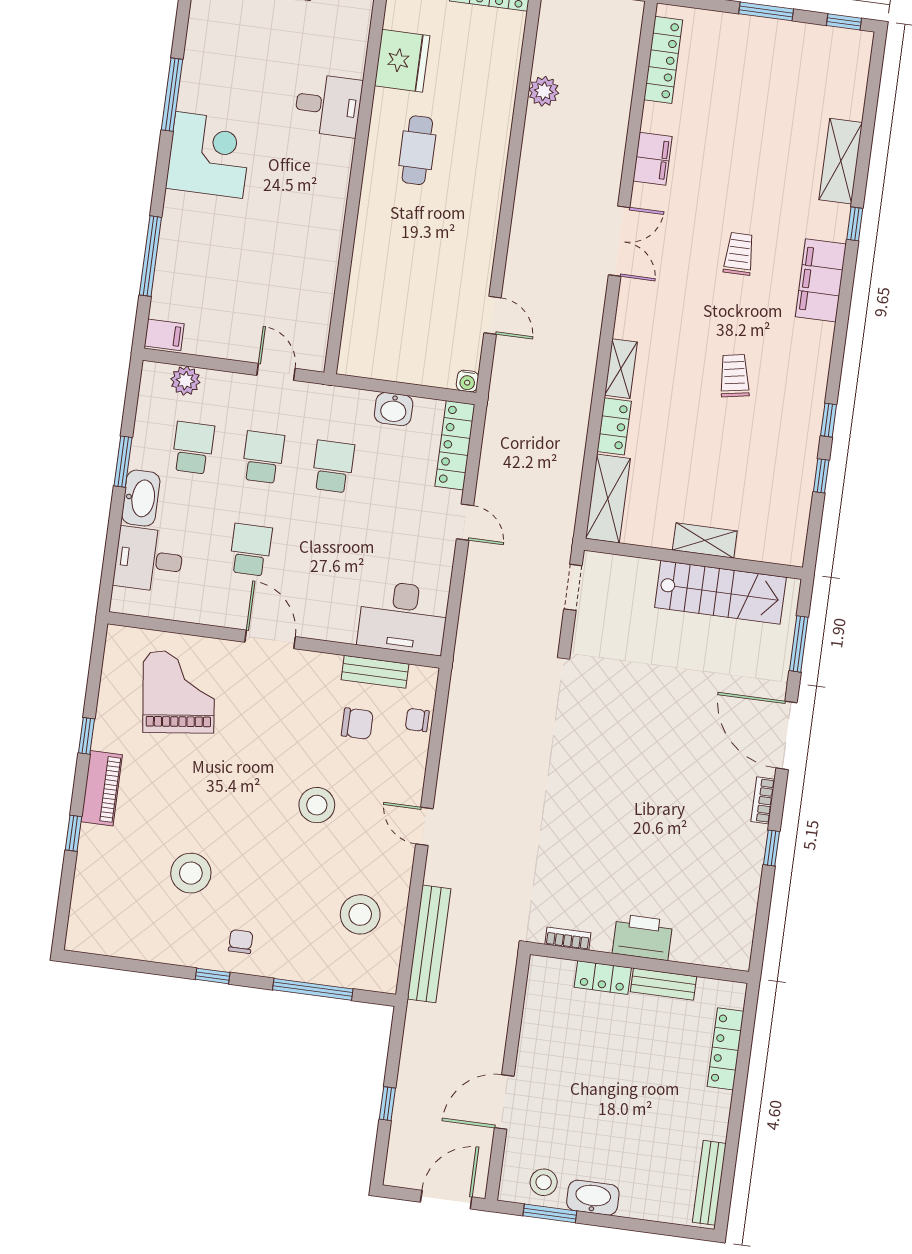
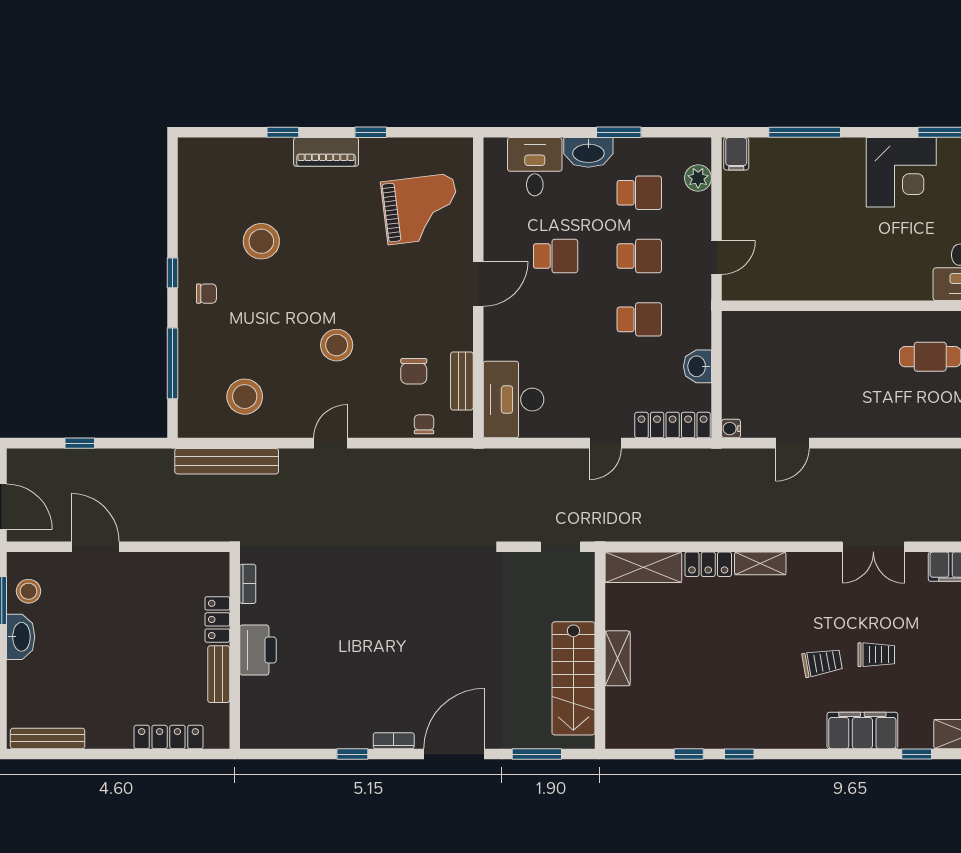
trolley: (734, 376) -> (822, 662), moved

